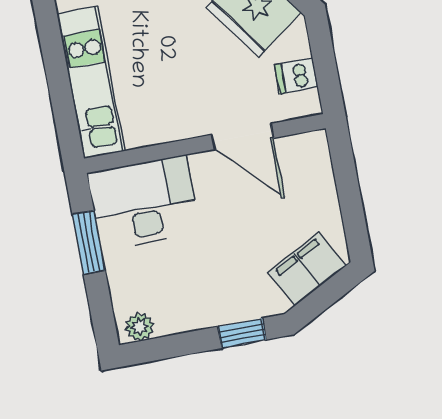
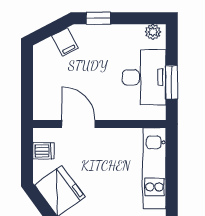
desk: (144, 203) -> (144, 77), moved, turned -90
filing cabinet: (307, 269) -> (65, 42), width x0.50

